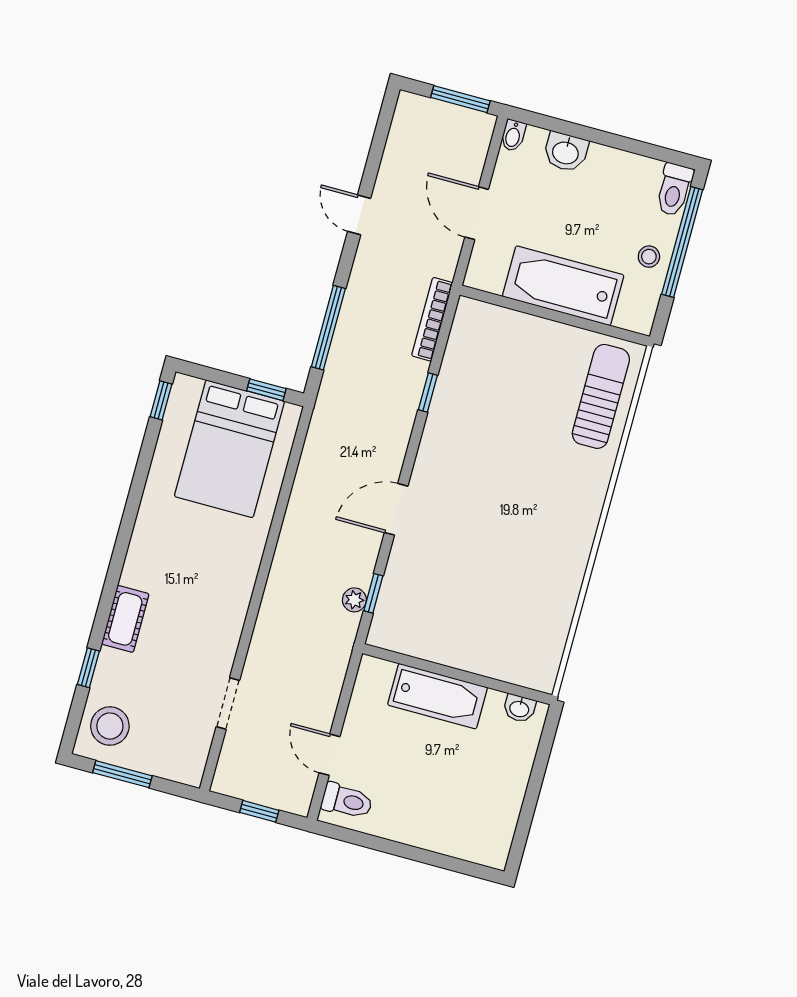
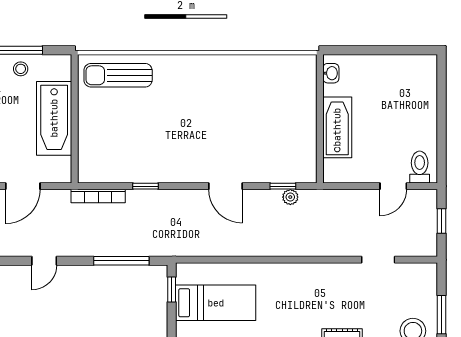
bed: (229, 449) -> (216, 303), width x0.67

